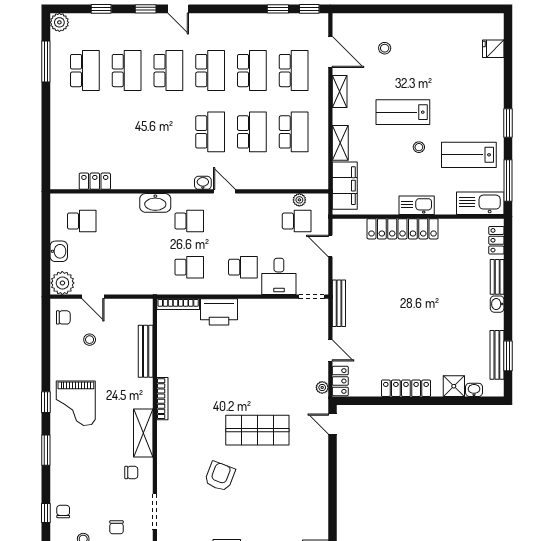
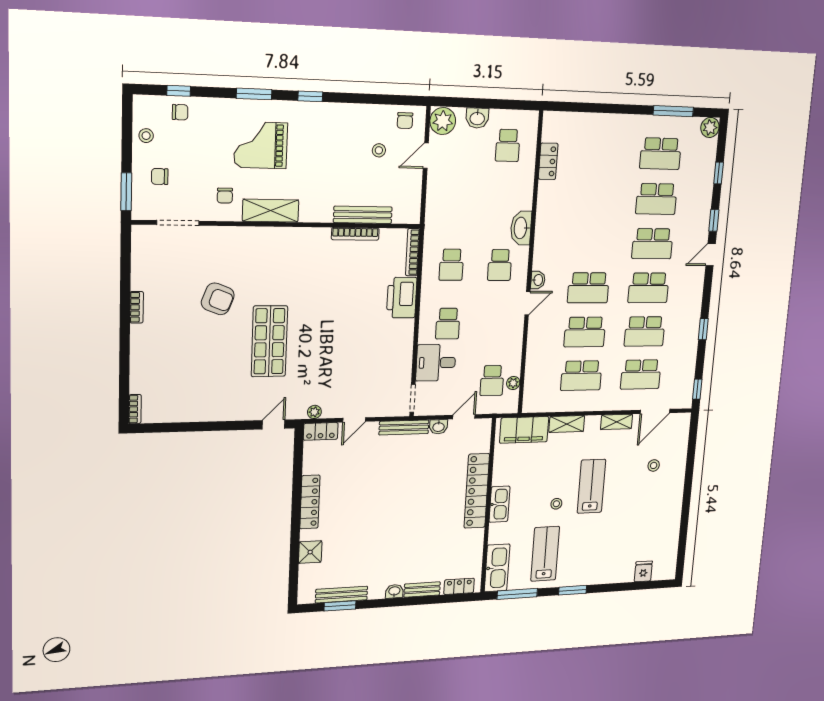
window: (278, 9) -> (703, 329), moved
washbasin: (474, 390) -> (438, 427), moved, turned 90
bookcase: (162, 399) -> (355, 234), moved
grand piano: (76, 403) -> (261, 145), moved

